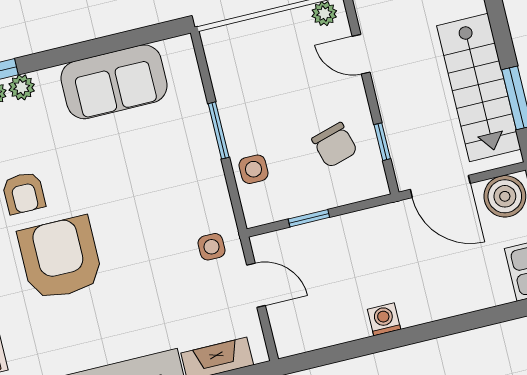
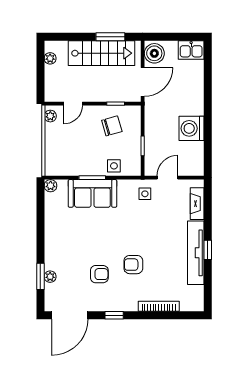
sofa: (114, 82) -> (92, 193), moved, turned 90
plant: (22, 87) -> (51, 186), moved
armchair: (60, 258) -> (133, 265), width x0.53, depth x0.53
washing machine: (384, 319) -> (192, 128), width x1.89, depth x1.89

